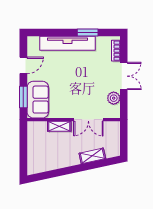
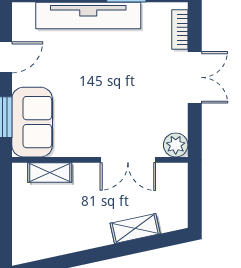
plant: (114, 98) -> (176, 145), moved
shelving: (59, 126) -> (50, 173), moved

